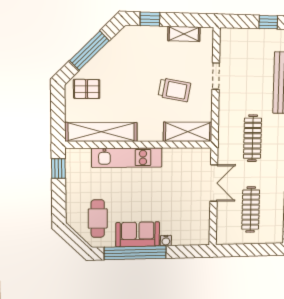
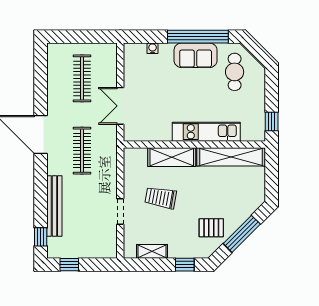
pallet: (87, 89) -> (211, 228), moved
shelving: (188, 132) -> (172, 157), moved
water cooler: (166, 241) -> (153, 48), moved

